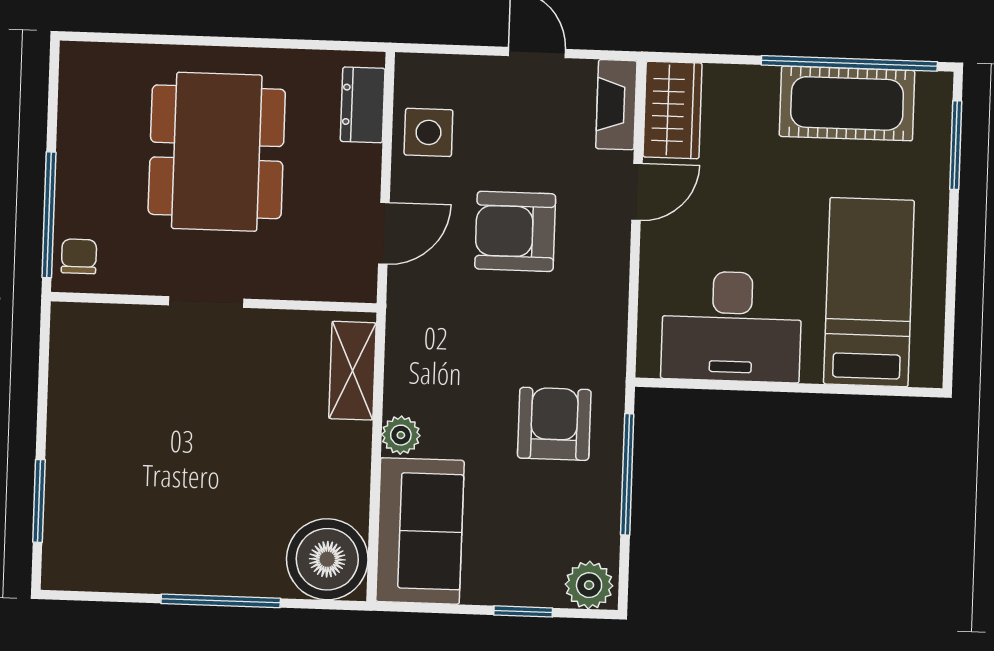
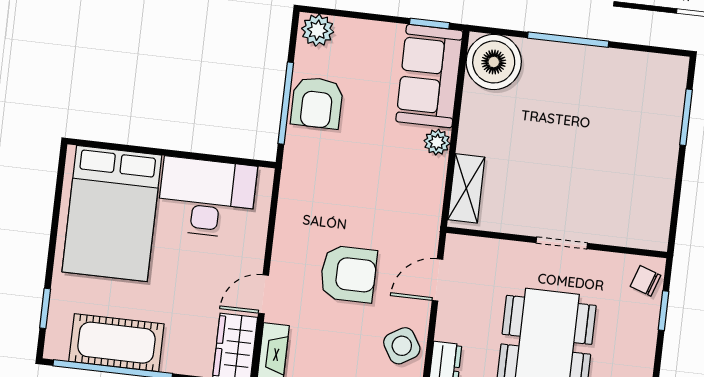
side table: (428, 132) -> (402, 346), turned -31
window: (956, 145) -> (45, 308), width x0.67
window: (49, 215) -> (664, 311), width x0.46
chair: (79, 256) -> (645, 281), turned 109
bed: (869, 292) -> (112, 213), width x1.50
armchair: (554, 424) -> (317, 103), moved
window: (523, 611) -> (430, 24), moved

